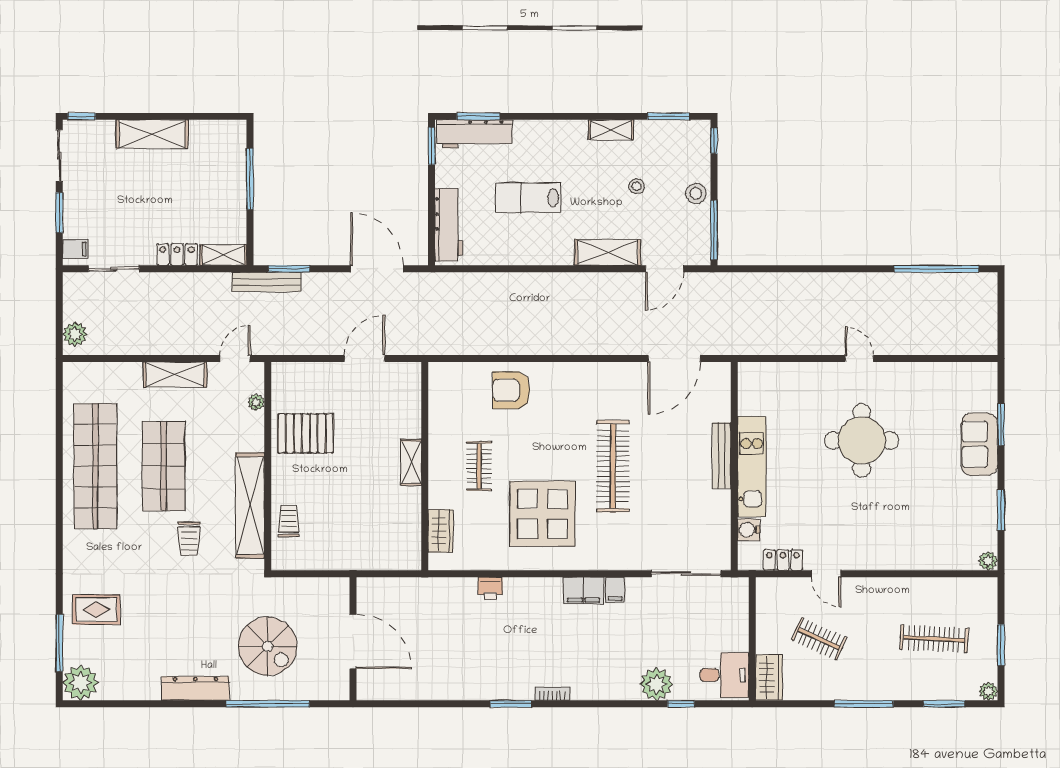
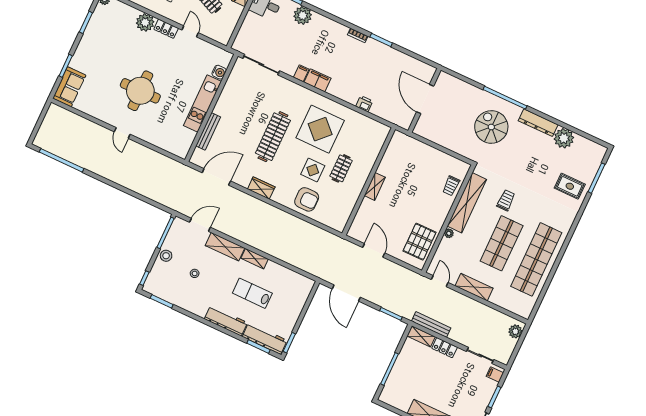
shelving: (611, 130) -> (255, 259), moved
lab bench: (528, 198) -> (252, 293), turned 180
workbench: (449, 225) -> (226, 321), moved, turned 90
bench: (266, 282) -> (431, 325), moved
door: (235, 359) -> (440, 281), swing flipped
door: (365, 359) -> (374, 250), swing flipped
plant: (256, 402) -> (449, 233), moved
pallet: (306, 433) -> (420, 242), moved, turned 90
display table: (524, 442) -> (313, 170), added
sofa: (979, 444) -> (69, 87), moved
bench: (722, 456) -> (208, 131), moved
wardrobe: (441, 531) -> (261, 188), moved, turned 90
plant: (905, 554) -> (145, 22), added
locker: (783, 560) -> (166, 29), moved
wall: (353, 639) -> (424, 100), moved
door: (353, 642) -> (425, 99), moved
plant: (80, 683) -> (564, 138), moved

